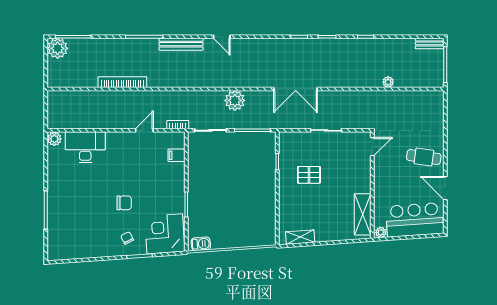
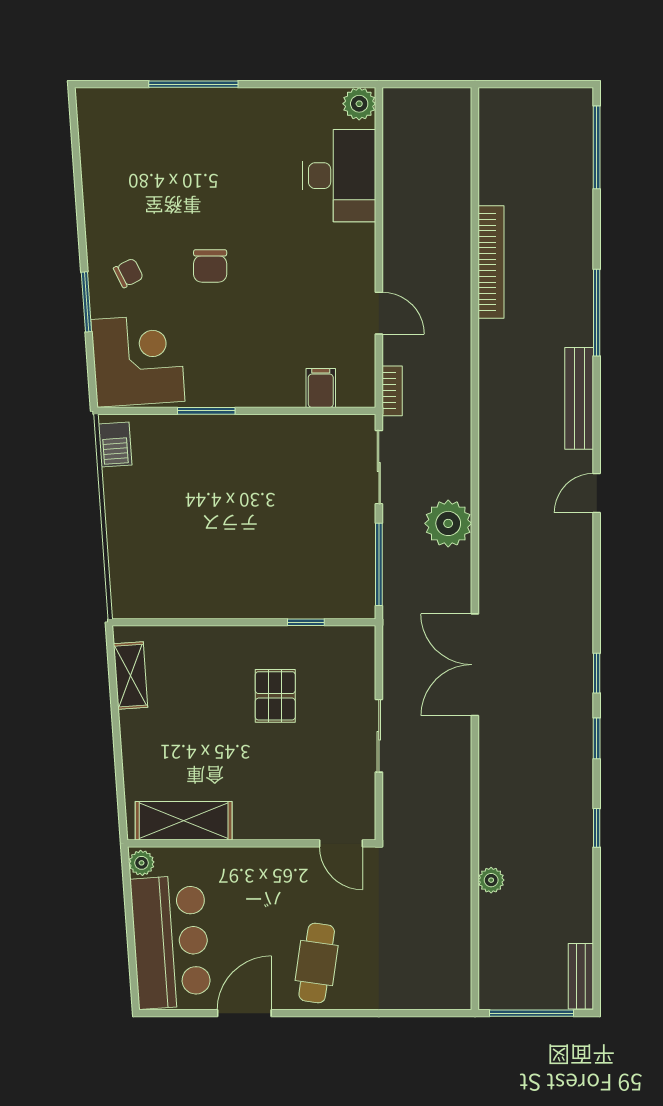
plant: (58, 48) -> (570, 111), removed

